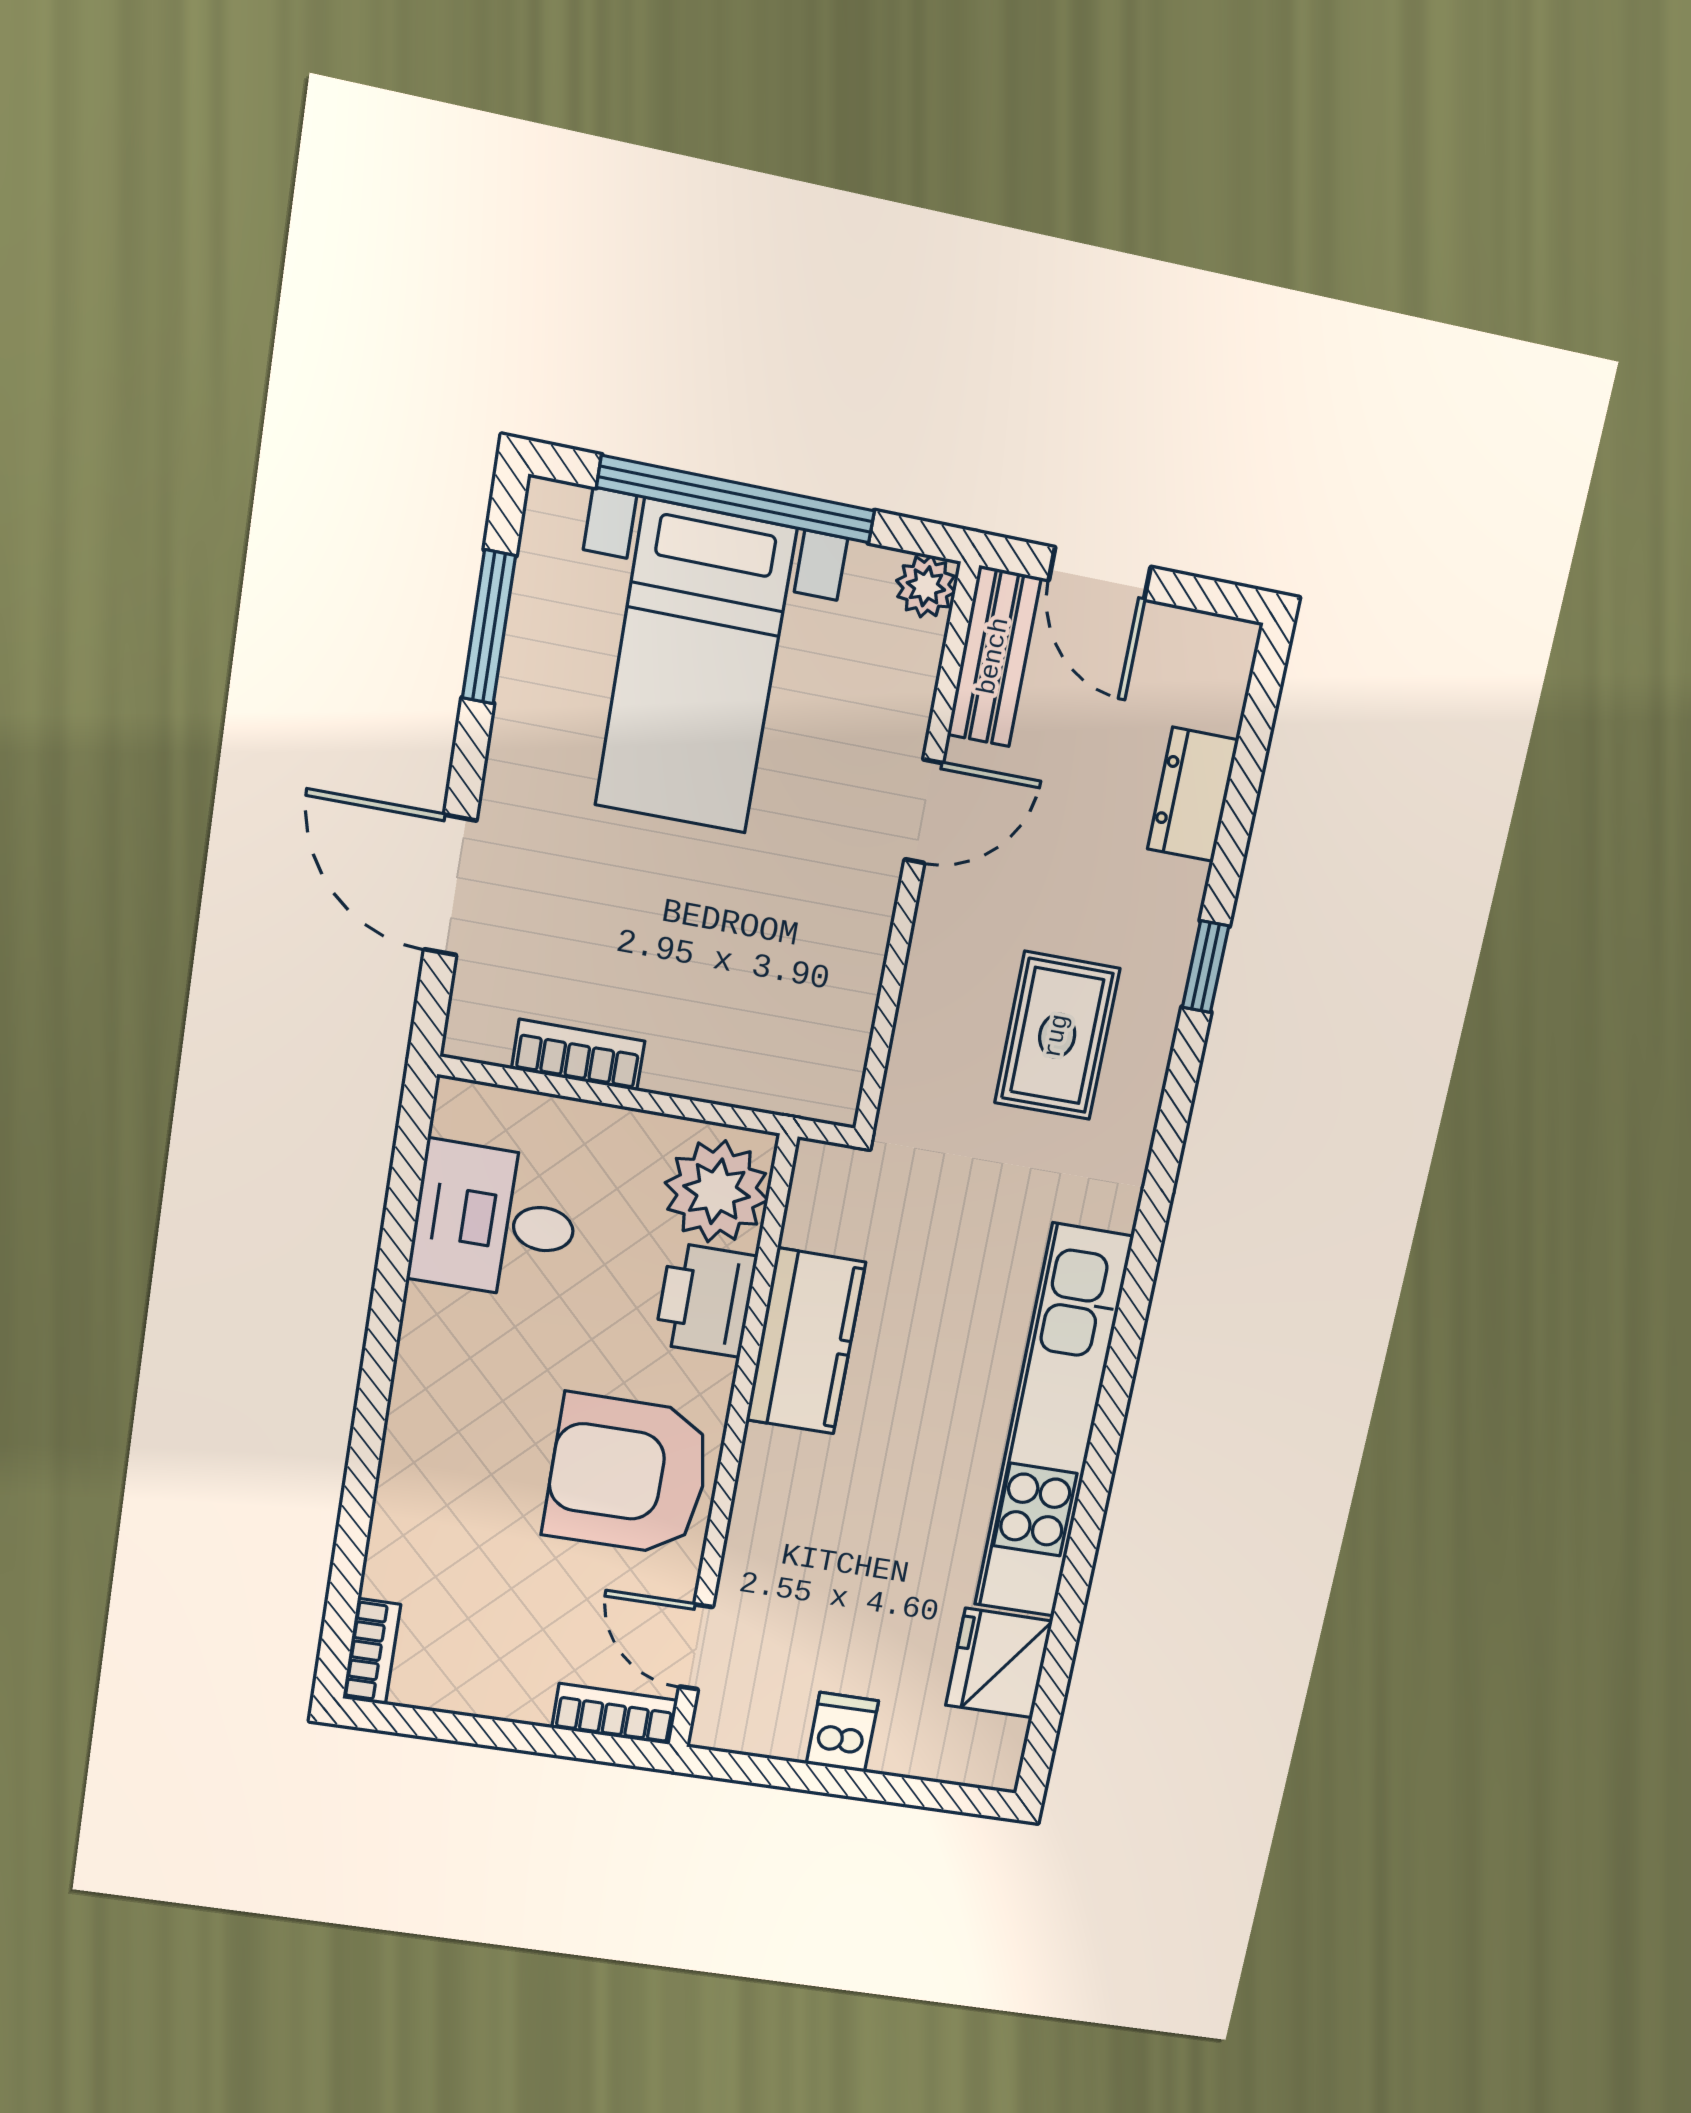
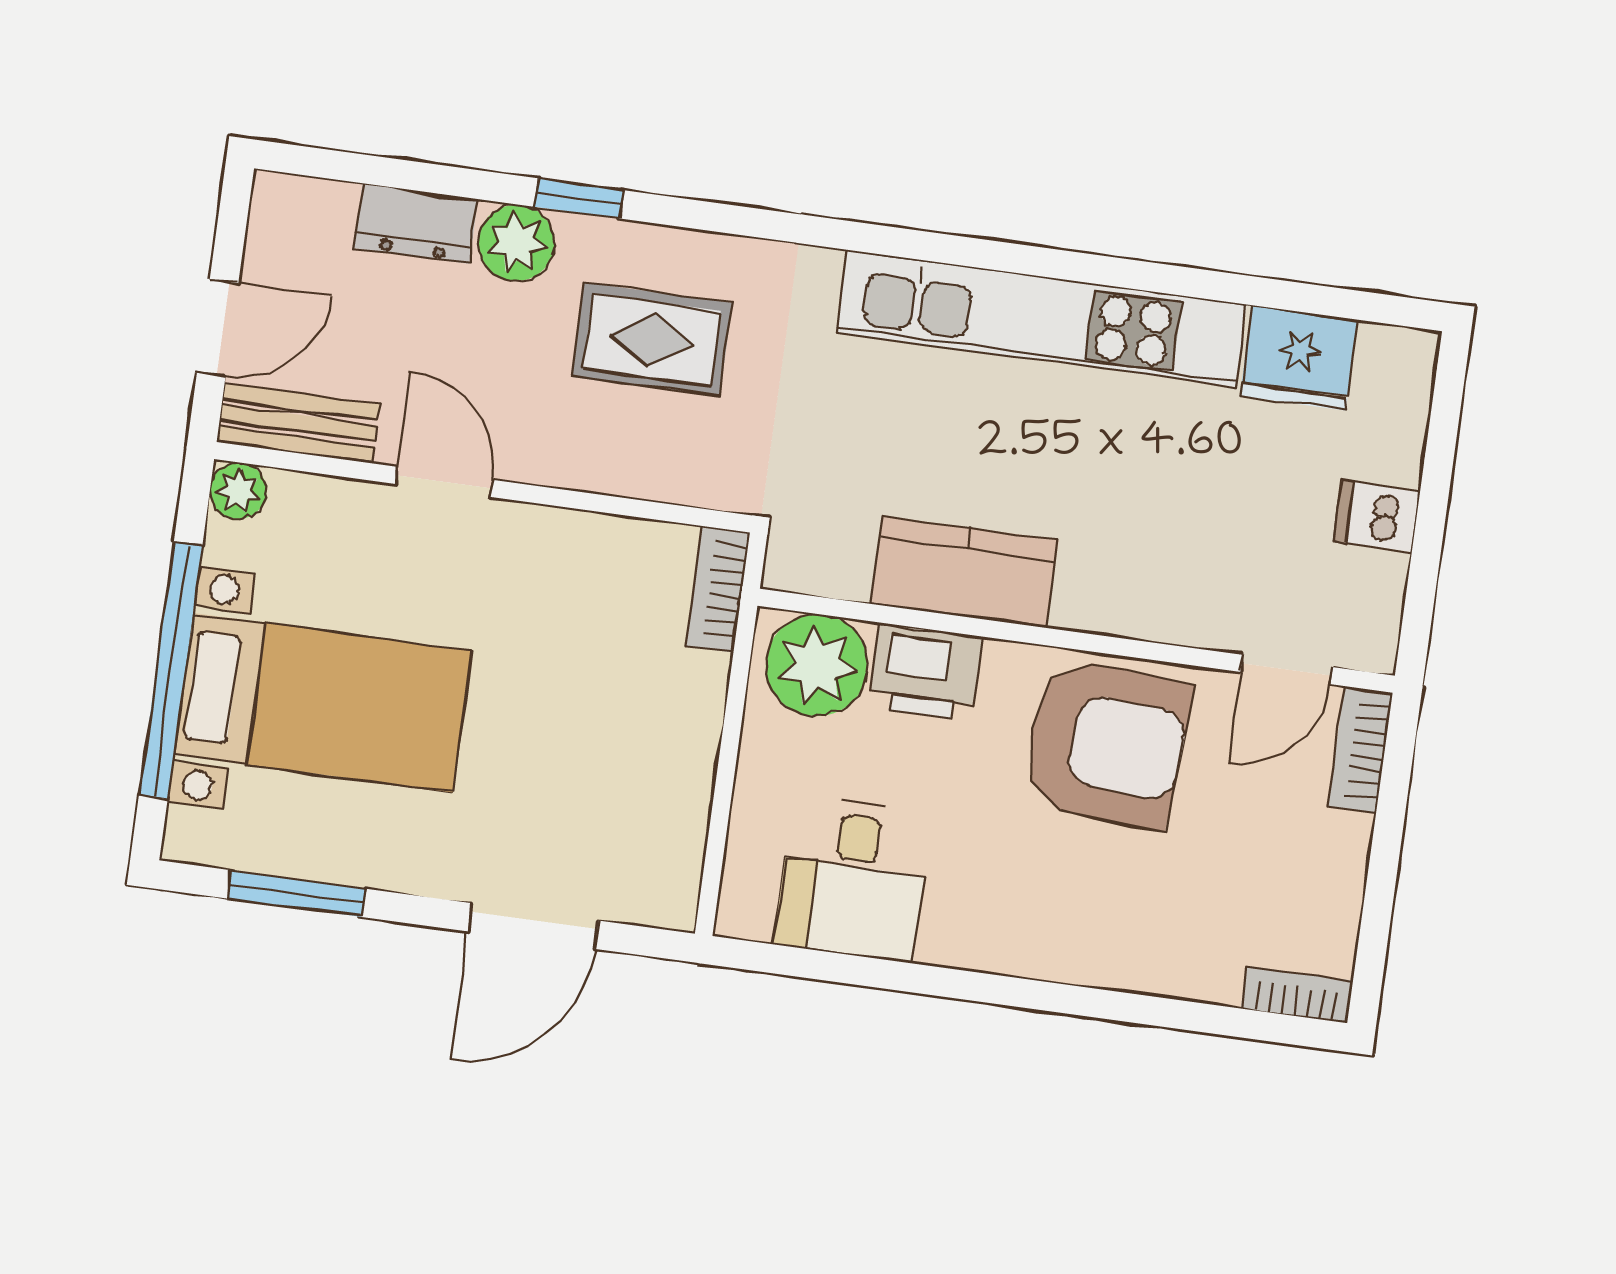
plant: (1165, 900) -> (516, 243), added
bookcase: (578, 1055) -> (718, 589), moved
armchair: (628, 1475) -> (1106, 743), turned -86

